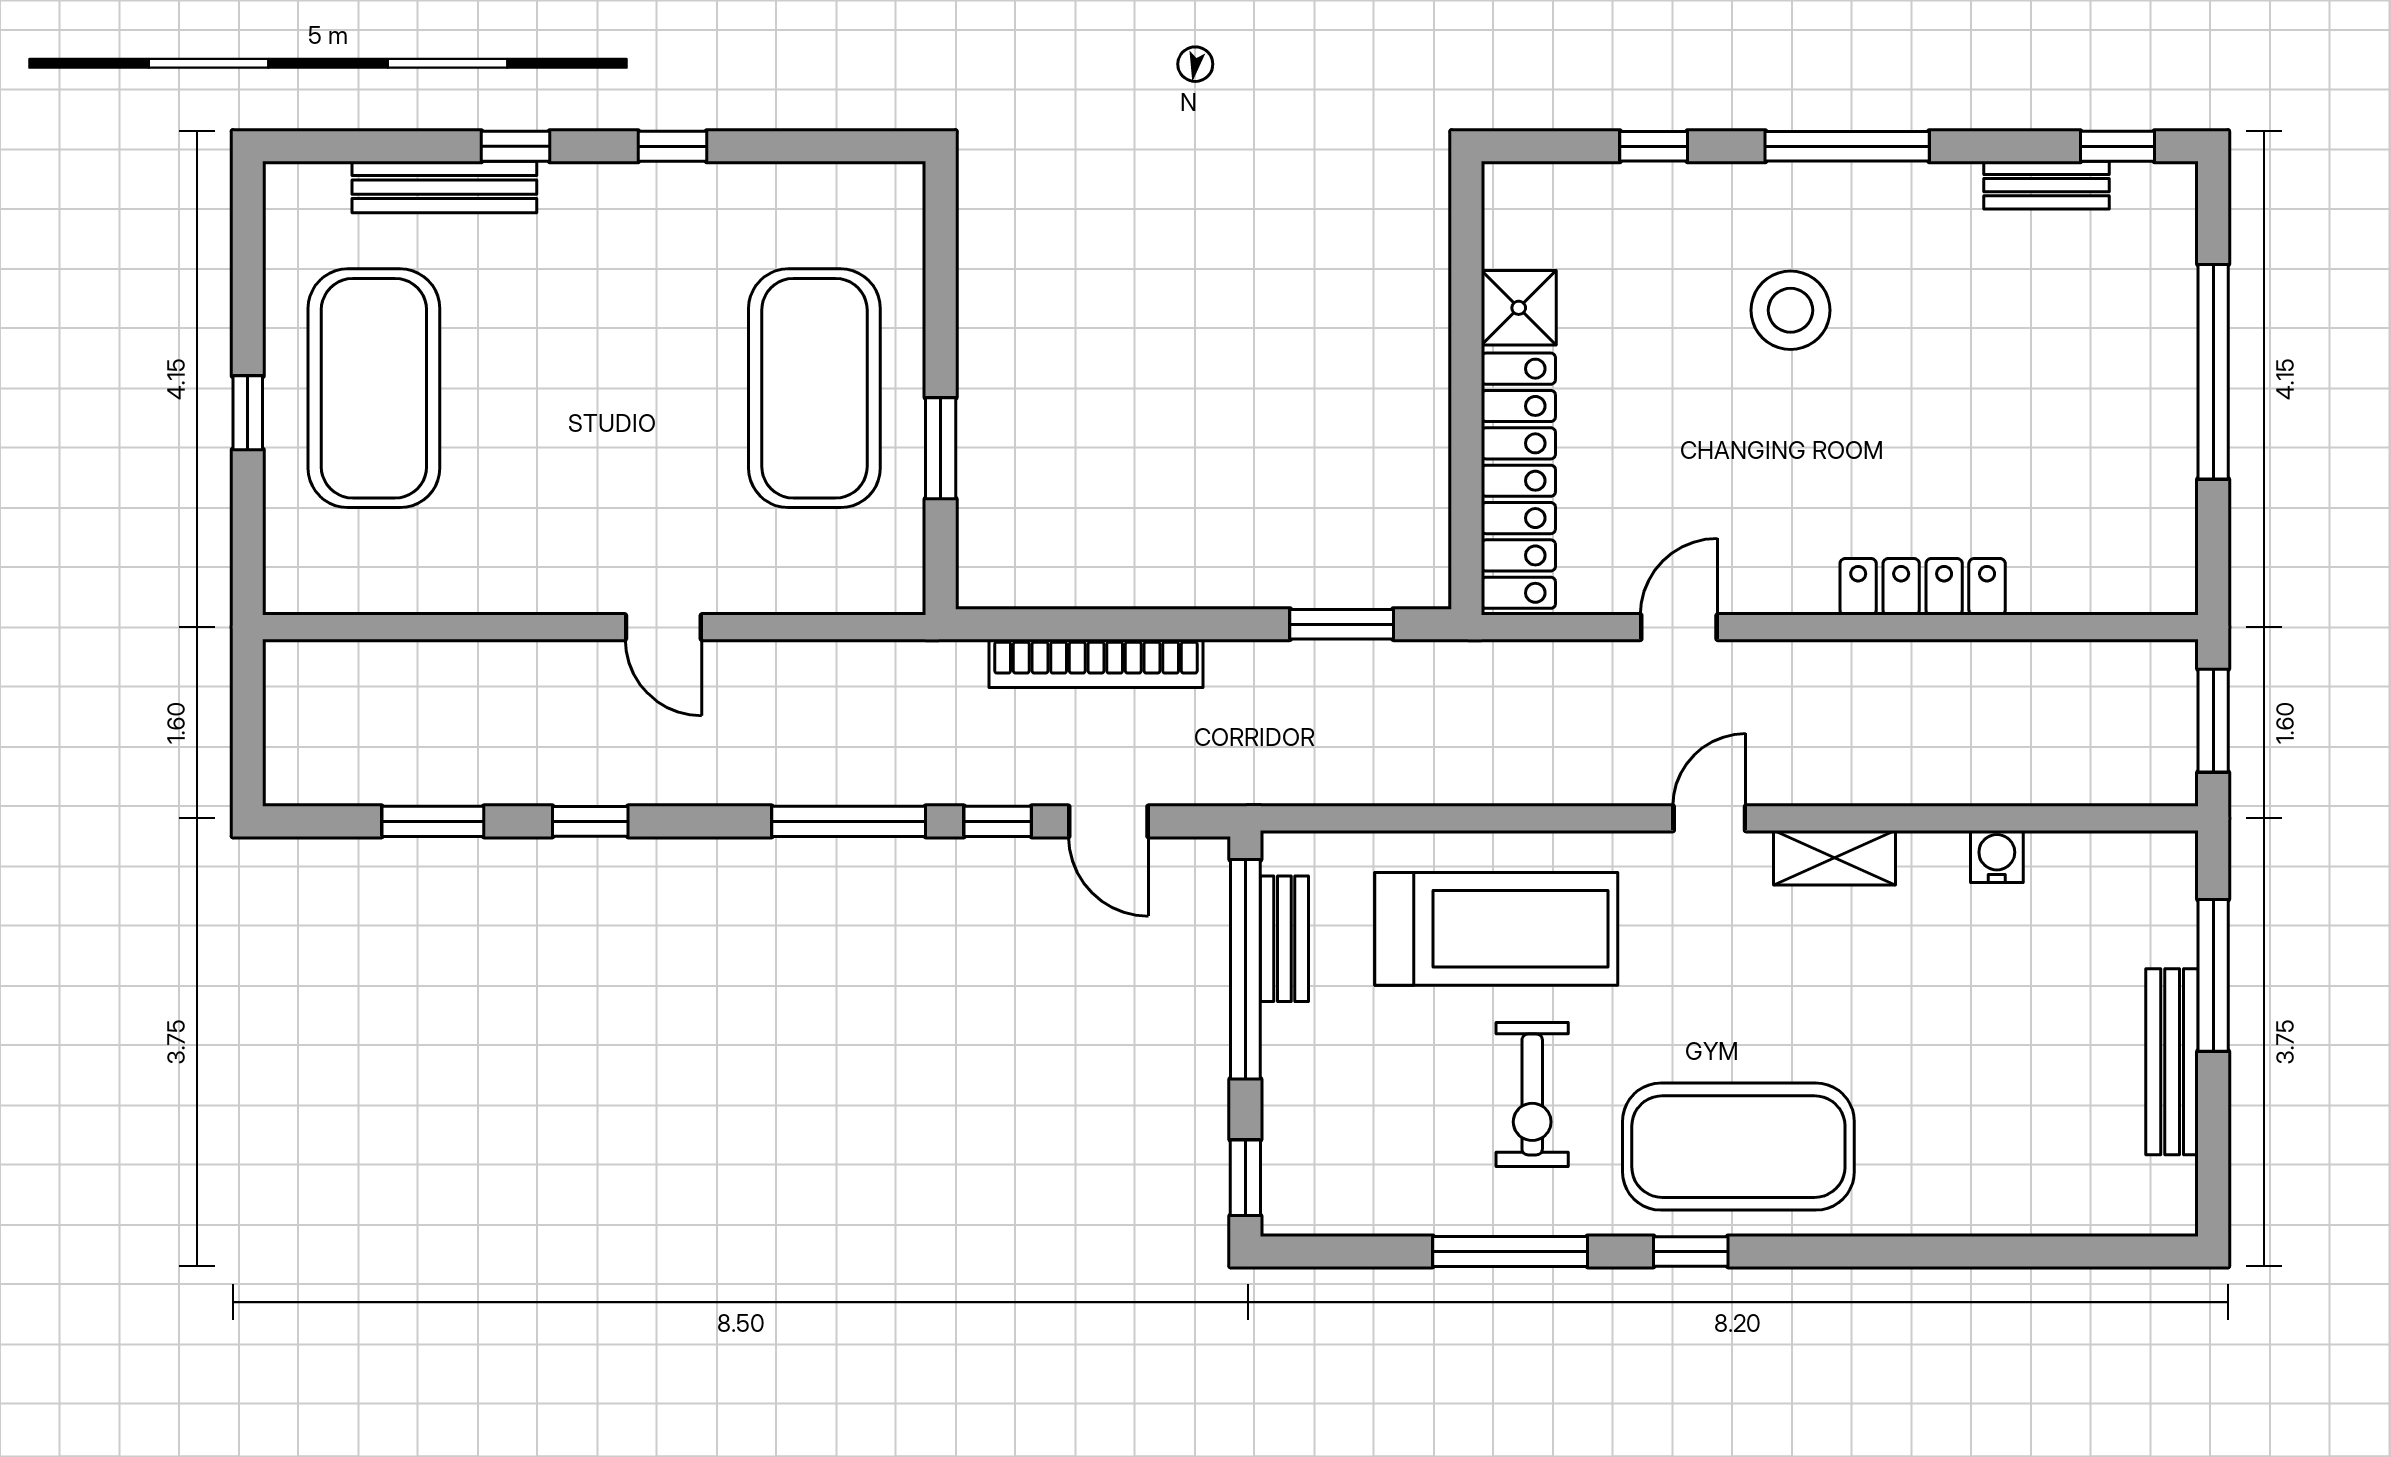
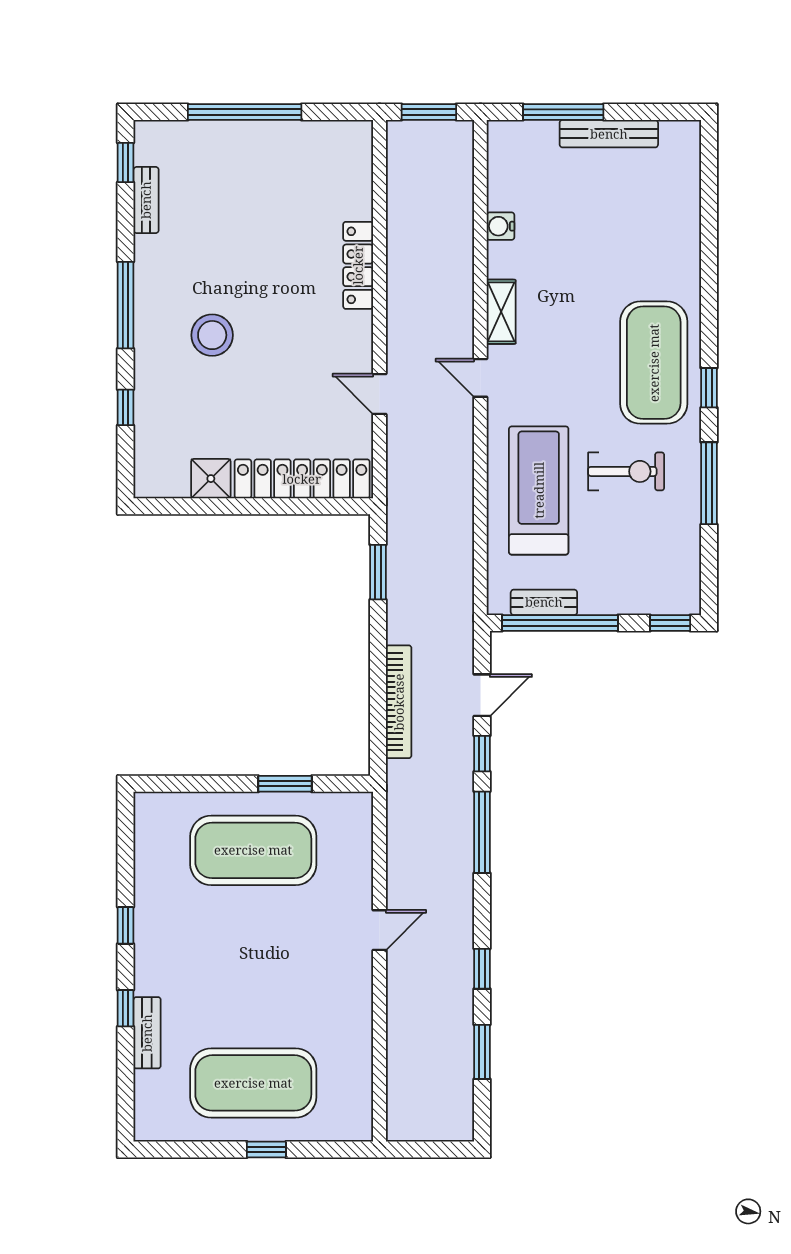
bench: (444, 187) -> (147, 1033), width x0.73

